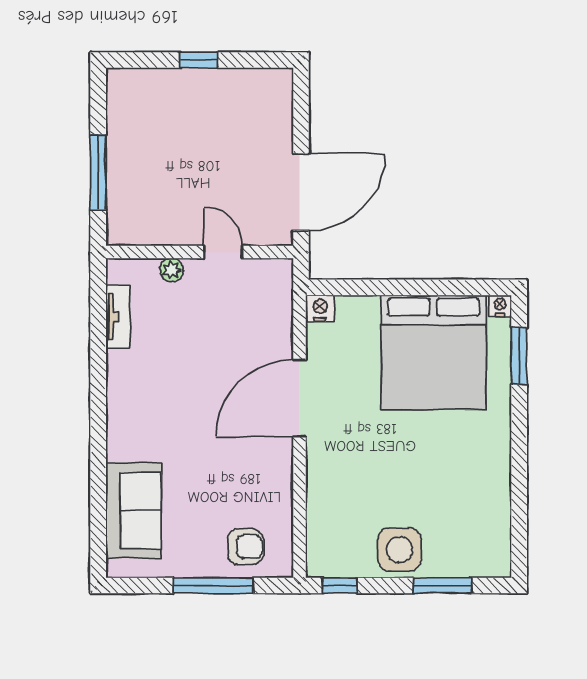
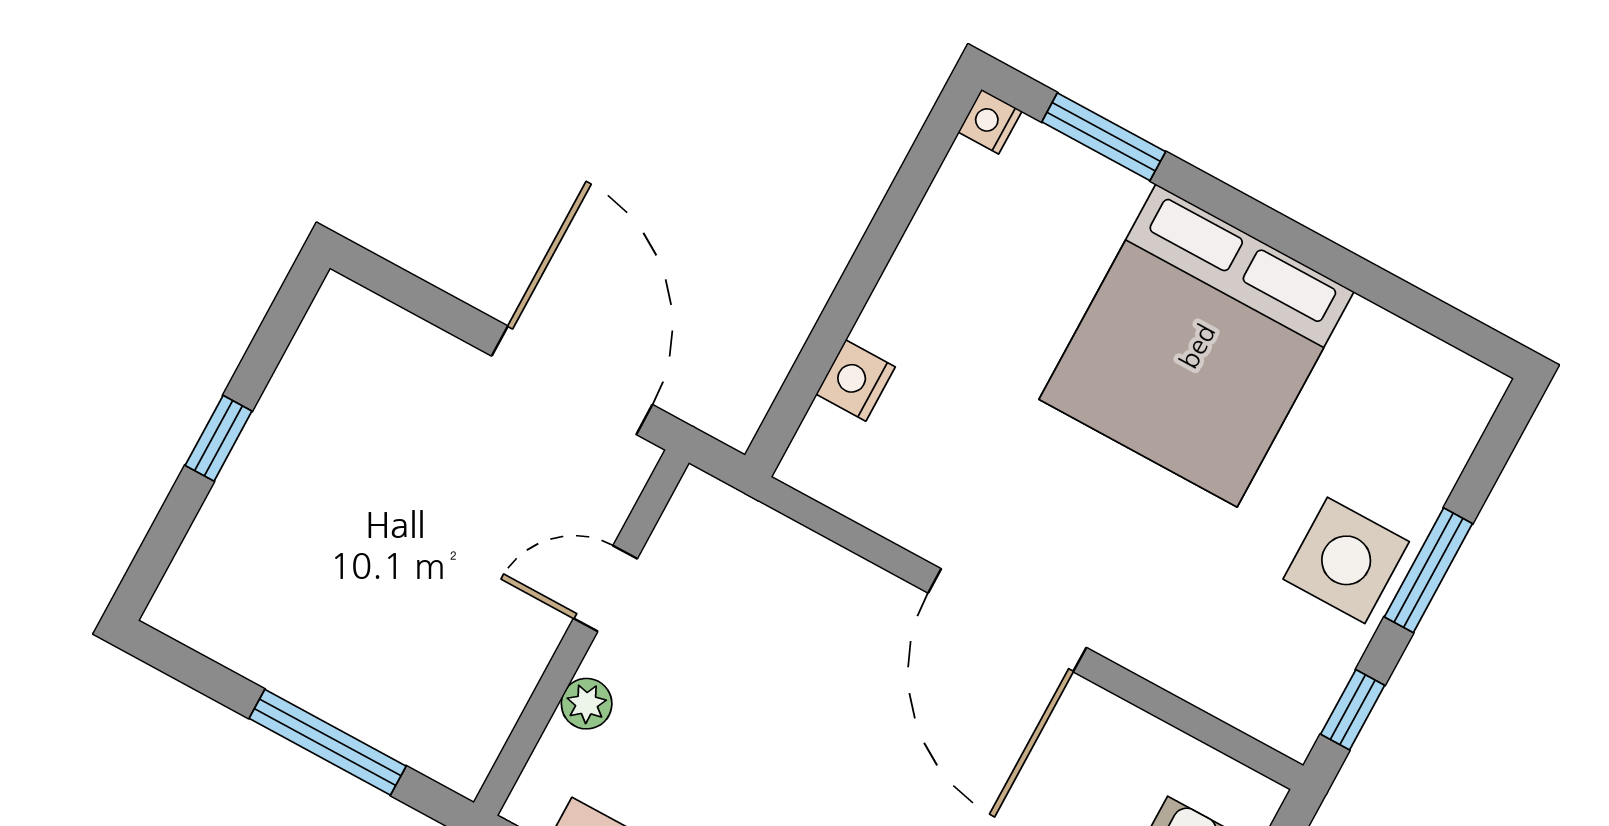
nightstand: (320, 308) -> (856, 381), moved
bed: (434, 352) -> (1197, 346), moved, turned 90
door: (299, 398) -> (1007, 620), moved
window: (442, 585) -> (1428, 570), moved

